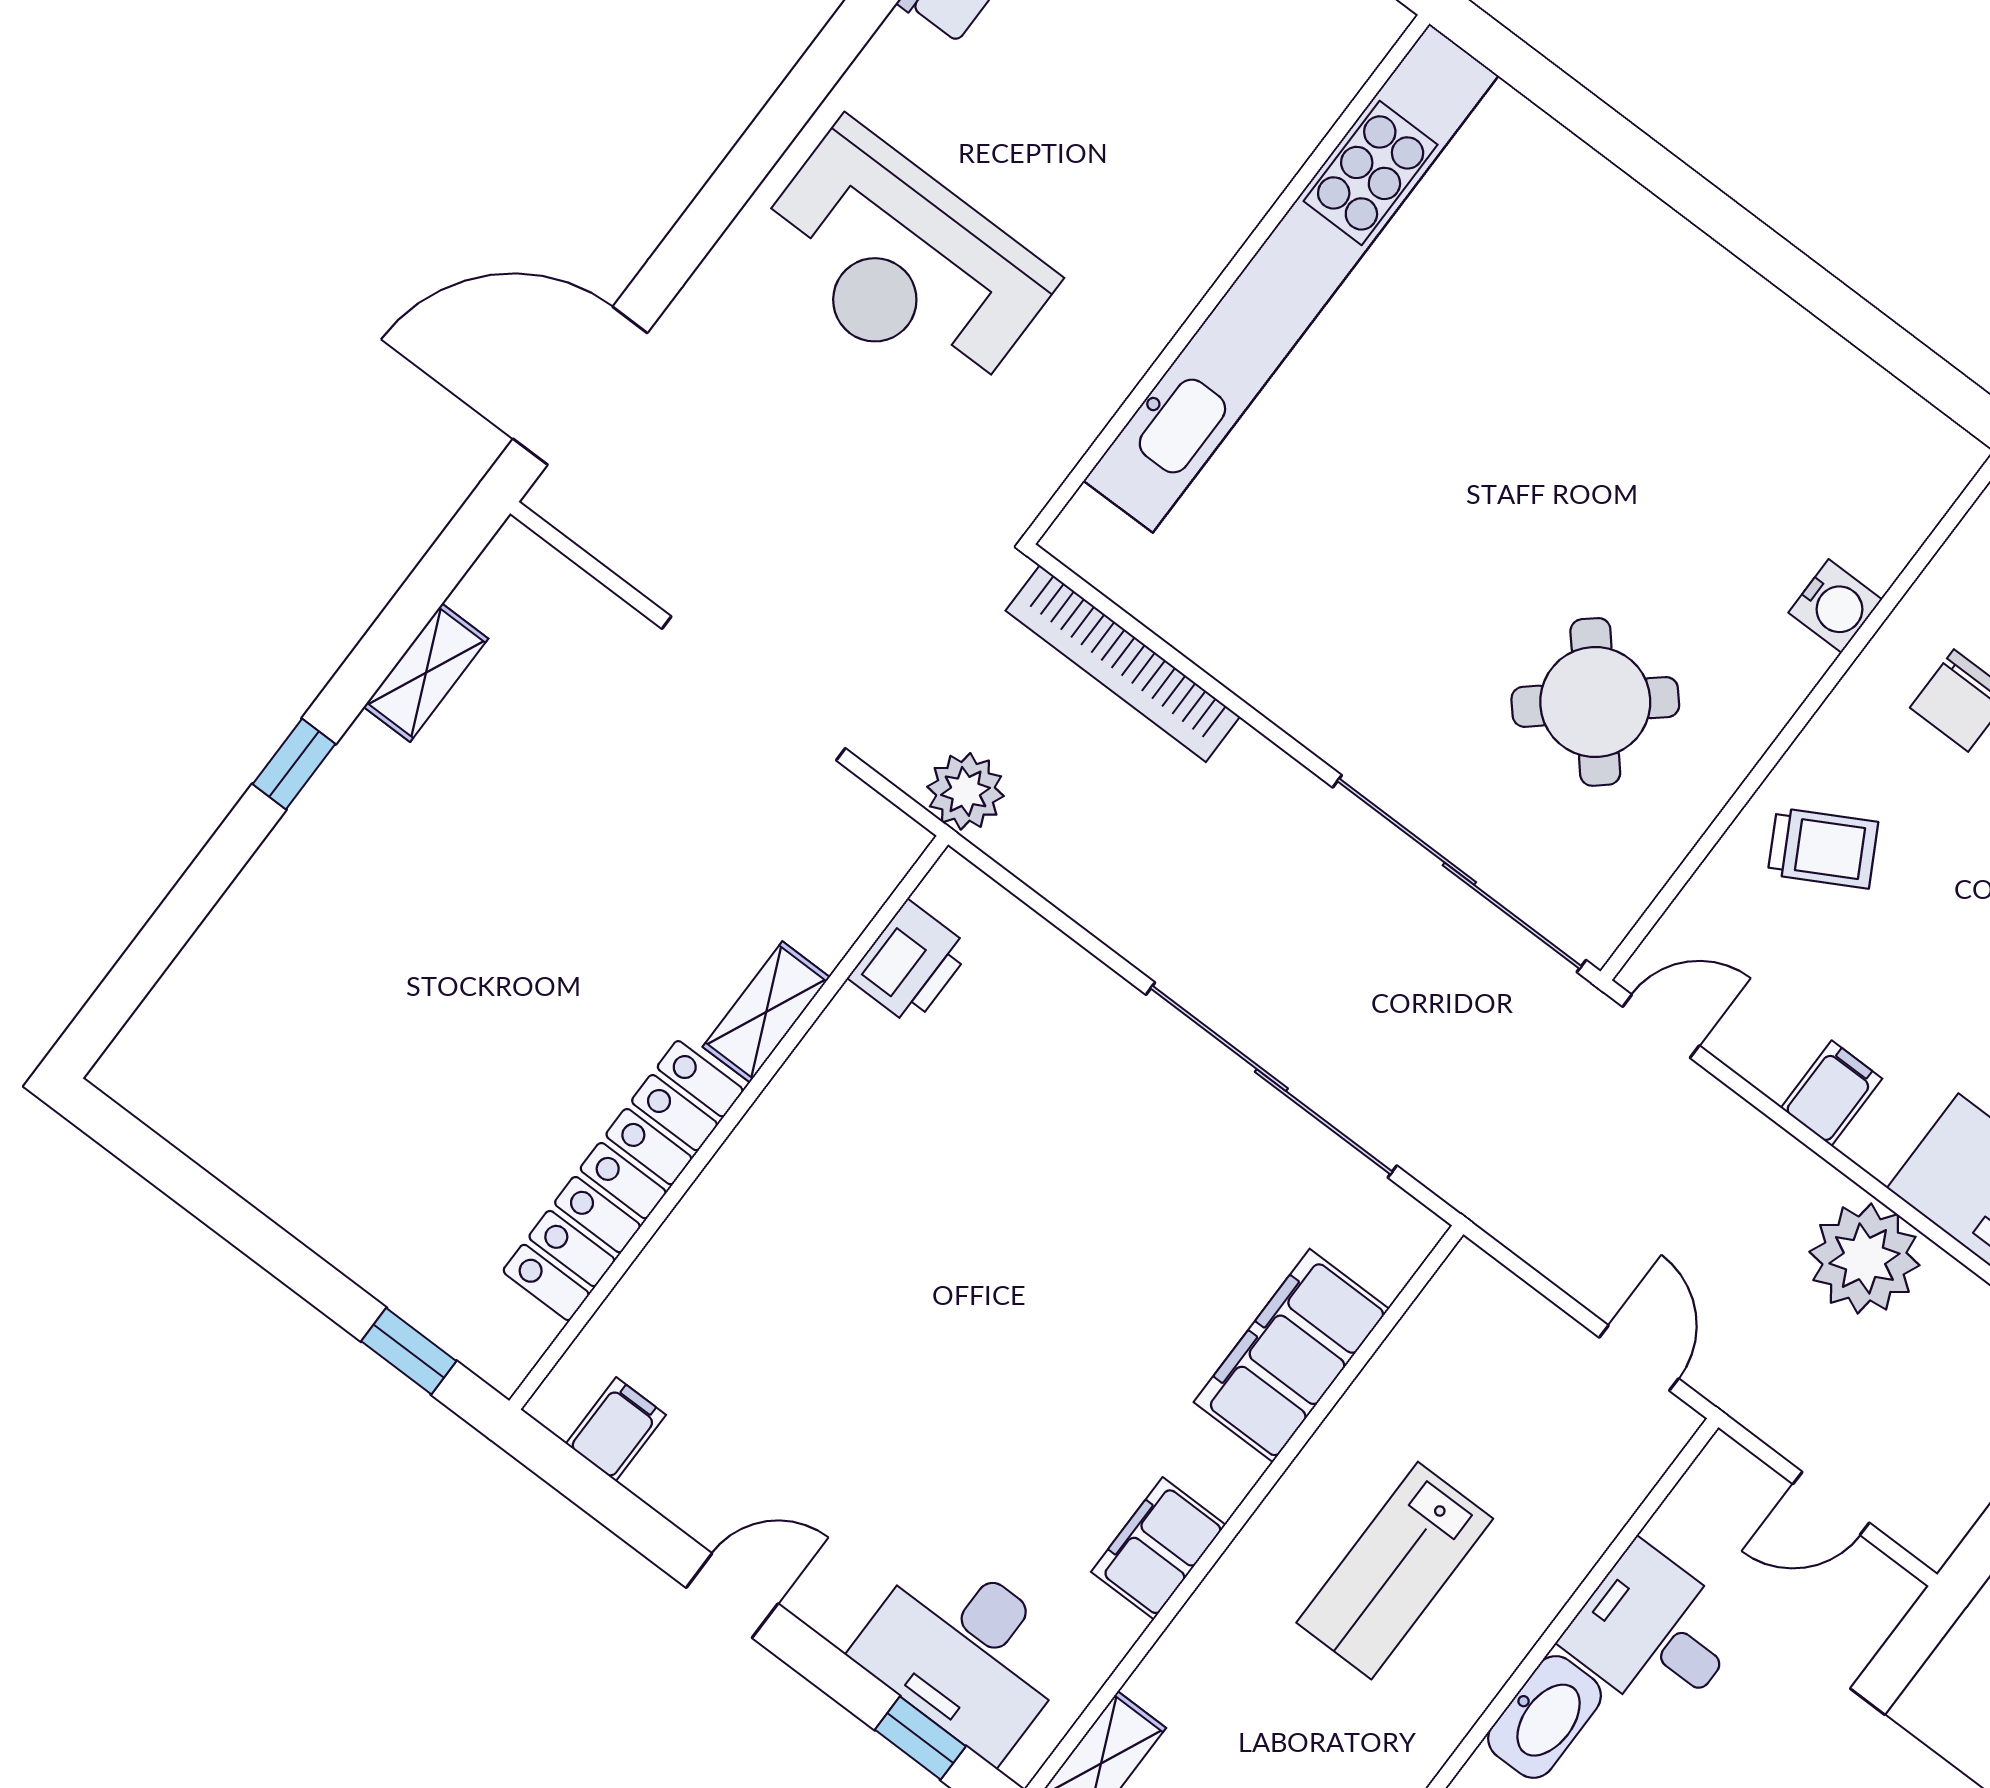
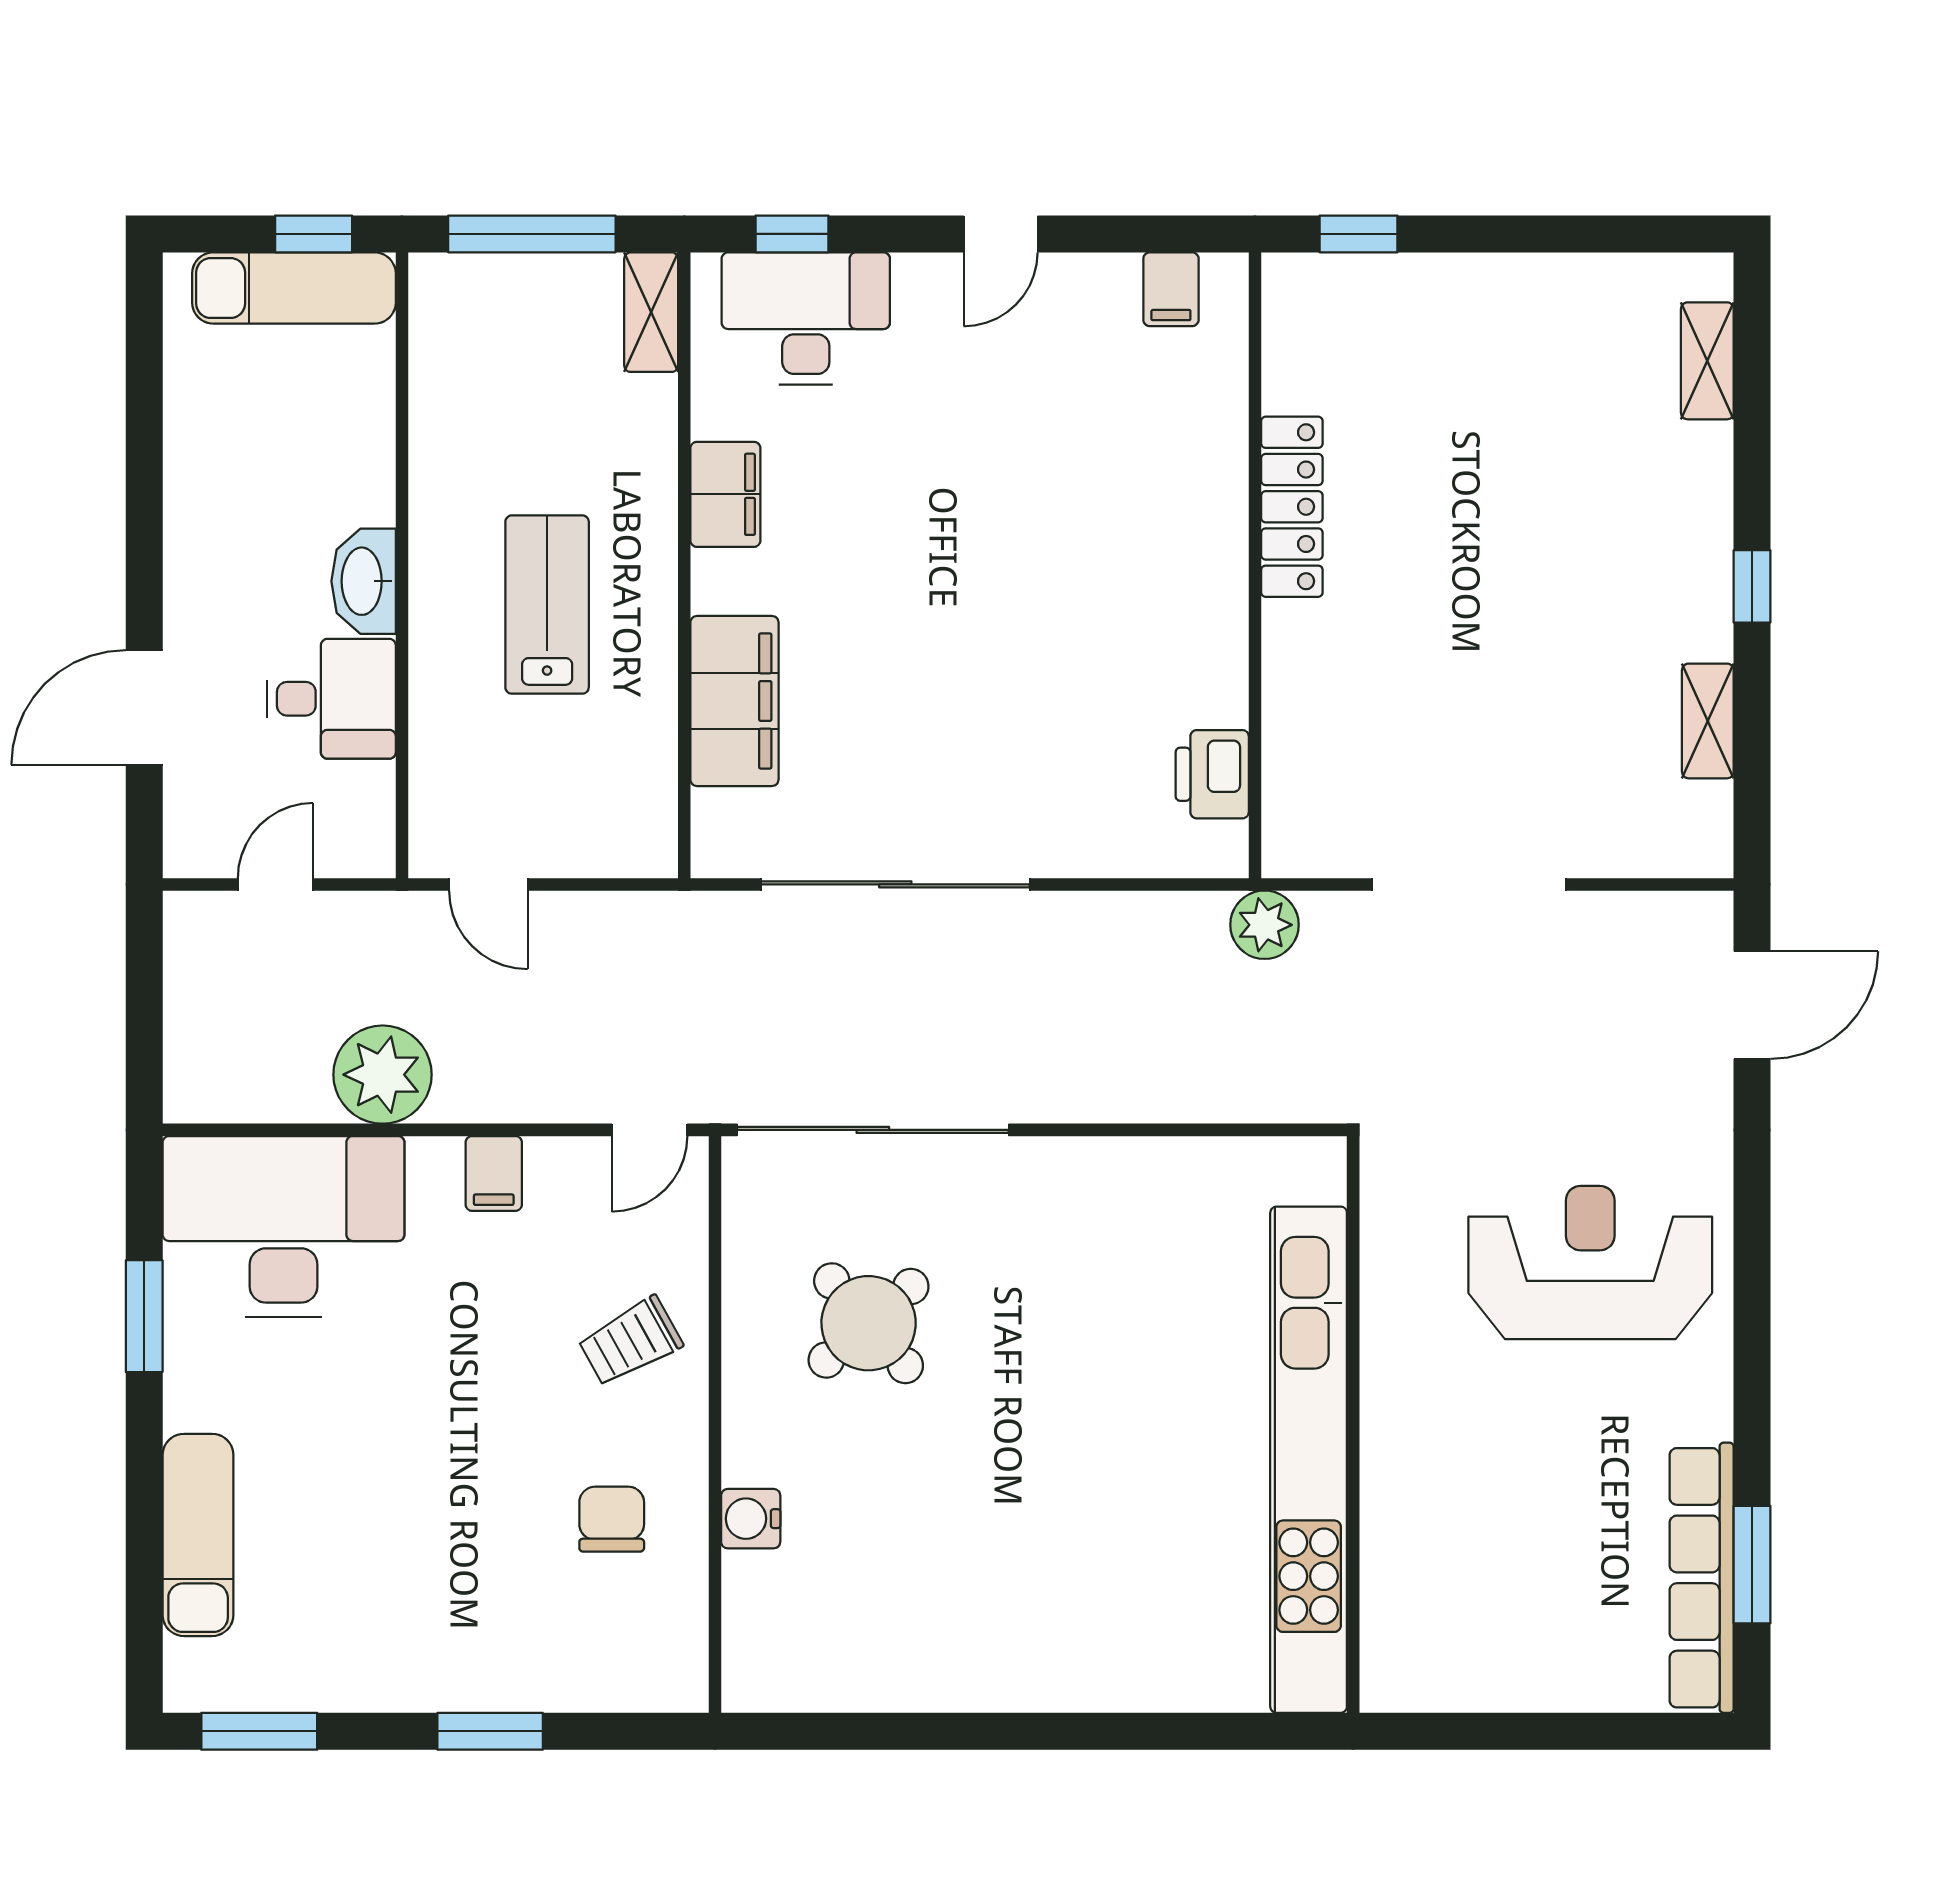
door: (580, 386) -> (1752, 1005), width x0.73
bookcase: (1123, 664) -> (1222, 1099), removed
shelving: (766, 1012) -> (1707, 361), moved
locker: (623, 1181) -> (1292, 507), width x0.71, depth x0.83

